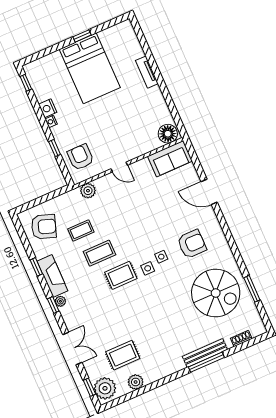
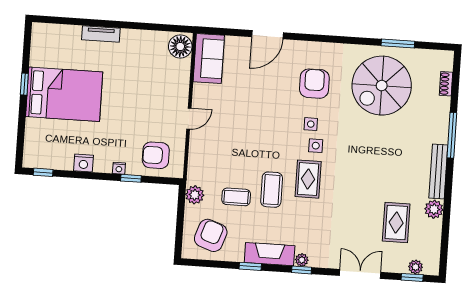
nightstand: (51, 121) -> (119, 168), moved
plant: (88, 191) -> (195, 195), moved
coffee table: (81, 231) -> (236, 197), turned 90
spiral stairs: (216, 293) -> (382, 86), turned 180
bench: (205, 353) -> (438, 171), moved
plant: (136, 382) -> (434, 209), moved
plant: (105, 388) -> (416, 267), width x0.53, depth x0.53

